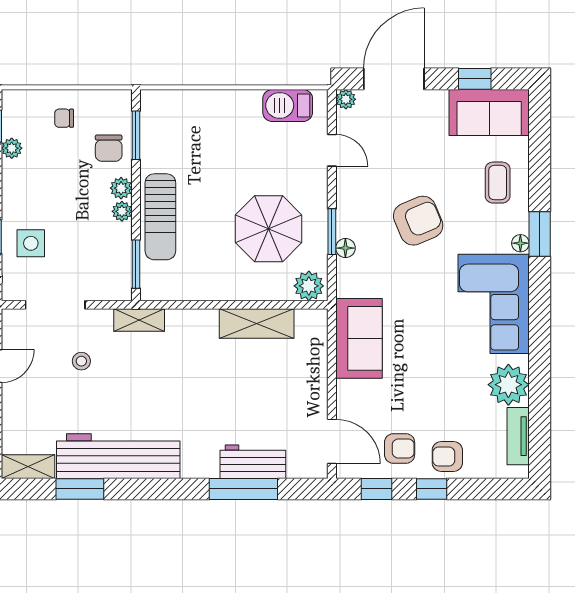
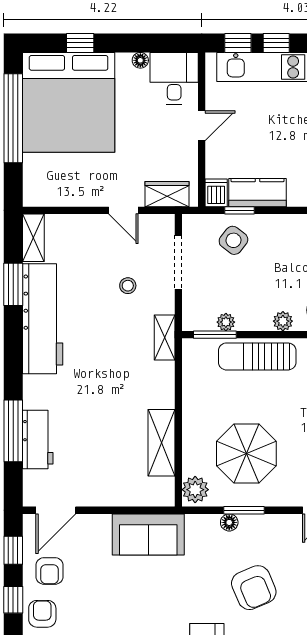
plant: (122, 211) -> (226, 322), moved
side table: (31, 243) -> (233, 240), turned 38

